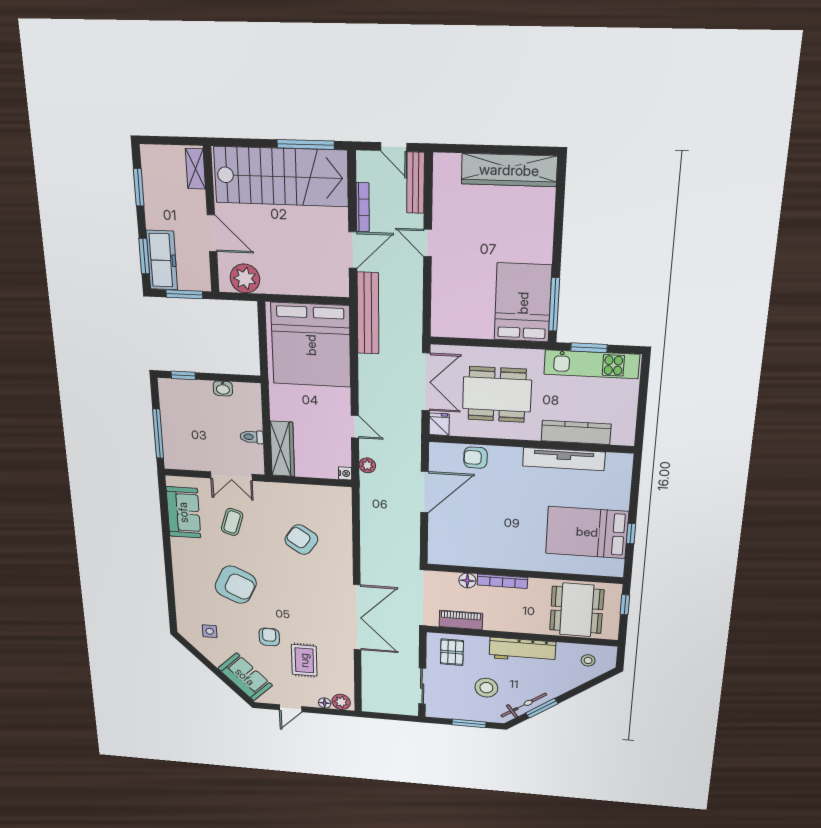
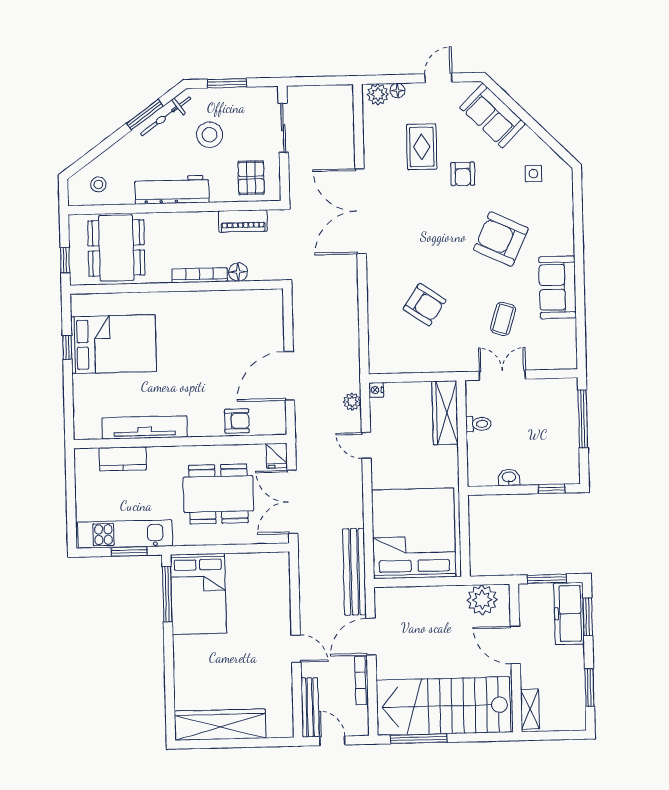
kitchen counter: (576, 432) -> (123, 459), width x0.67
sofa: (183, 512) -> (558, 287), moved

